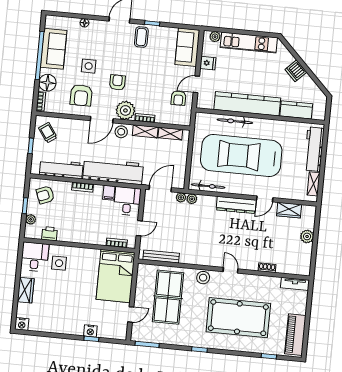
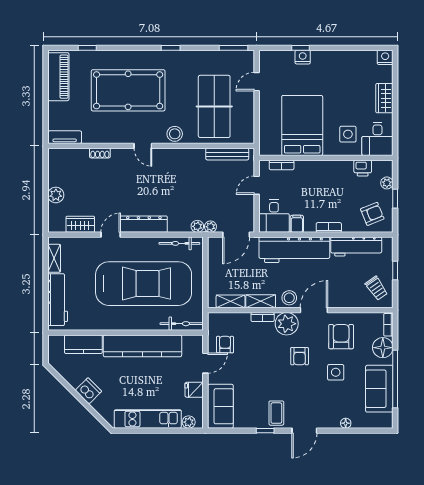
bicycle: (235, 121) -> (182, 324), moved
bed: (115, 276) -> (302, 125), moved

